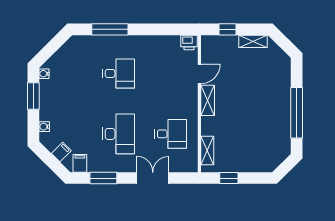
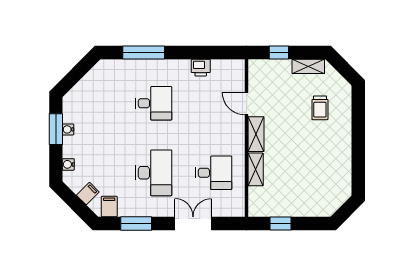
printer: (189, 42) -> (201, 68), moved
water cooler: (44, 74) -> (68, 129), moved
door: (199, 74) -> (247, 104), swing flipped
trolley: (263, 78) -> (320, 108), added
window: (297, 113) -> (358, 148), removed
shelving: (207, 151) -> (256, 169), moved

